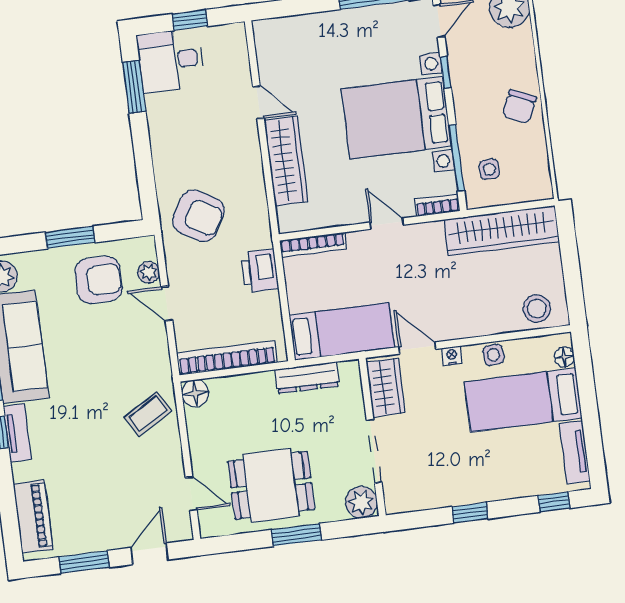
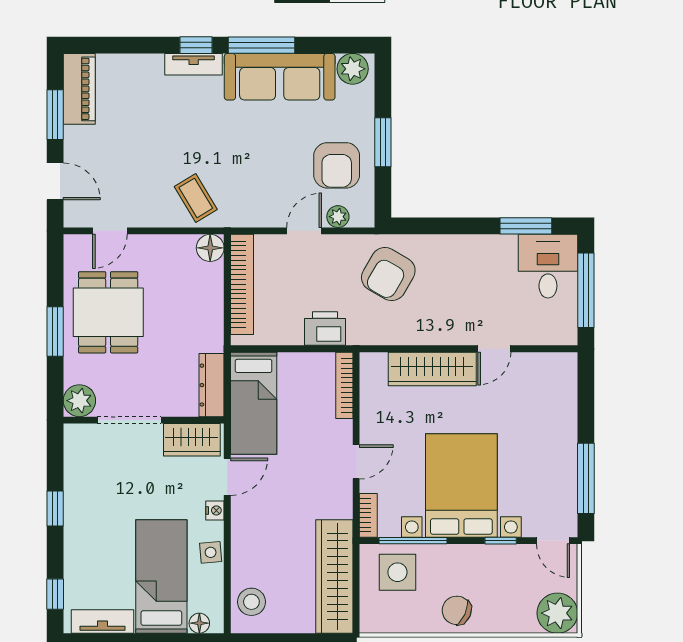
window: (190, 20) -> (586, 290), width x2.17
side table: (489, 169) -> (397, 572), width x1.87, depth x1.87
dresser: (307, 378) -> (212, 385), moved
piano: (33, 516) -> (79, 89), moved, turned -90

